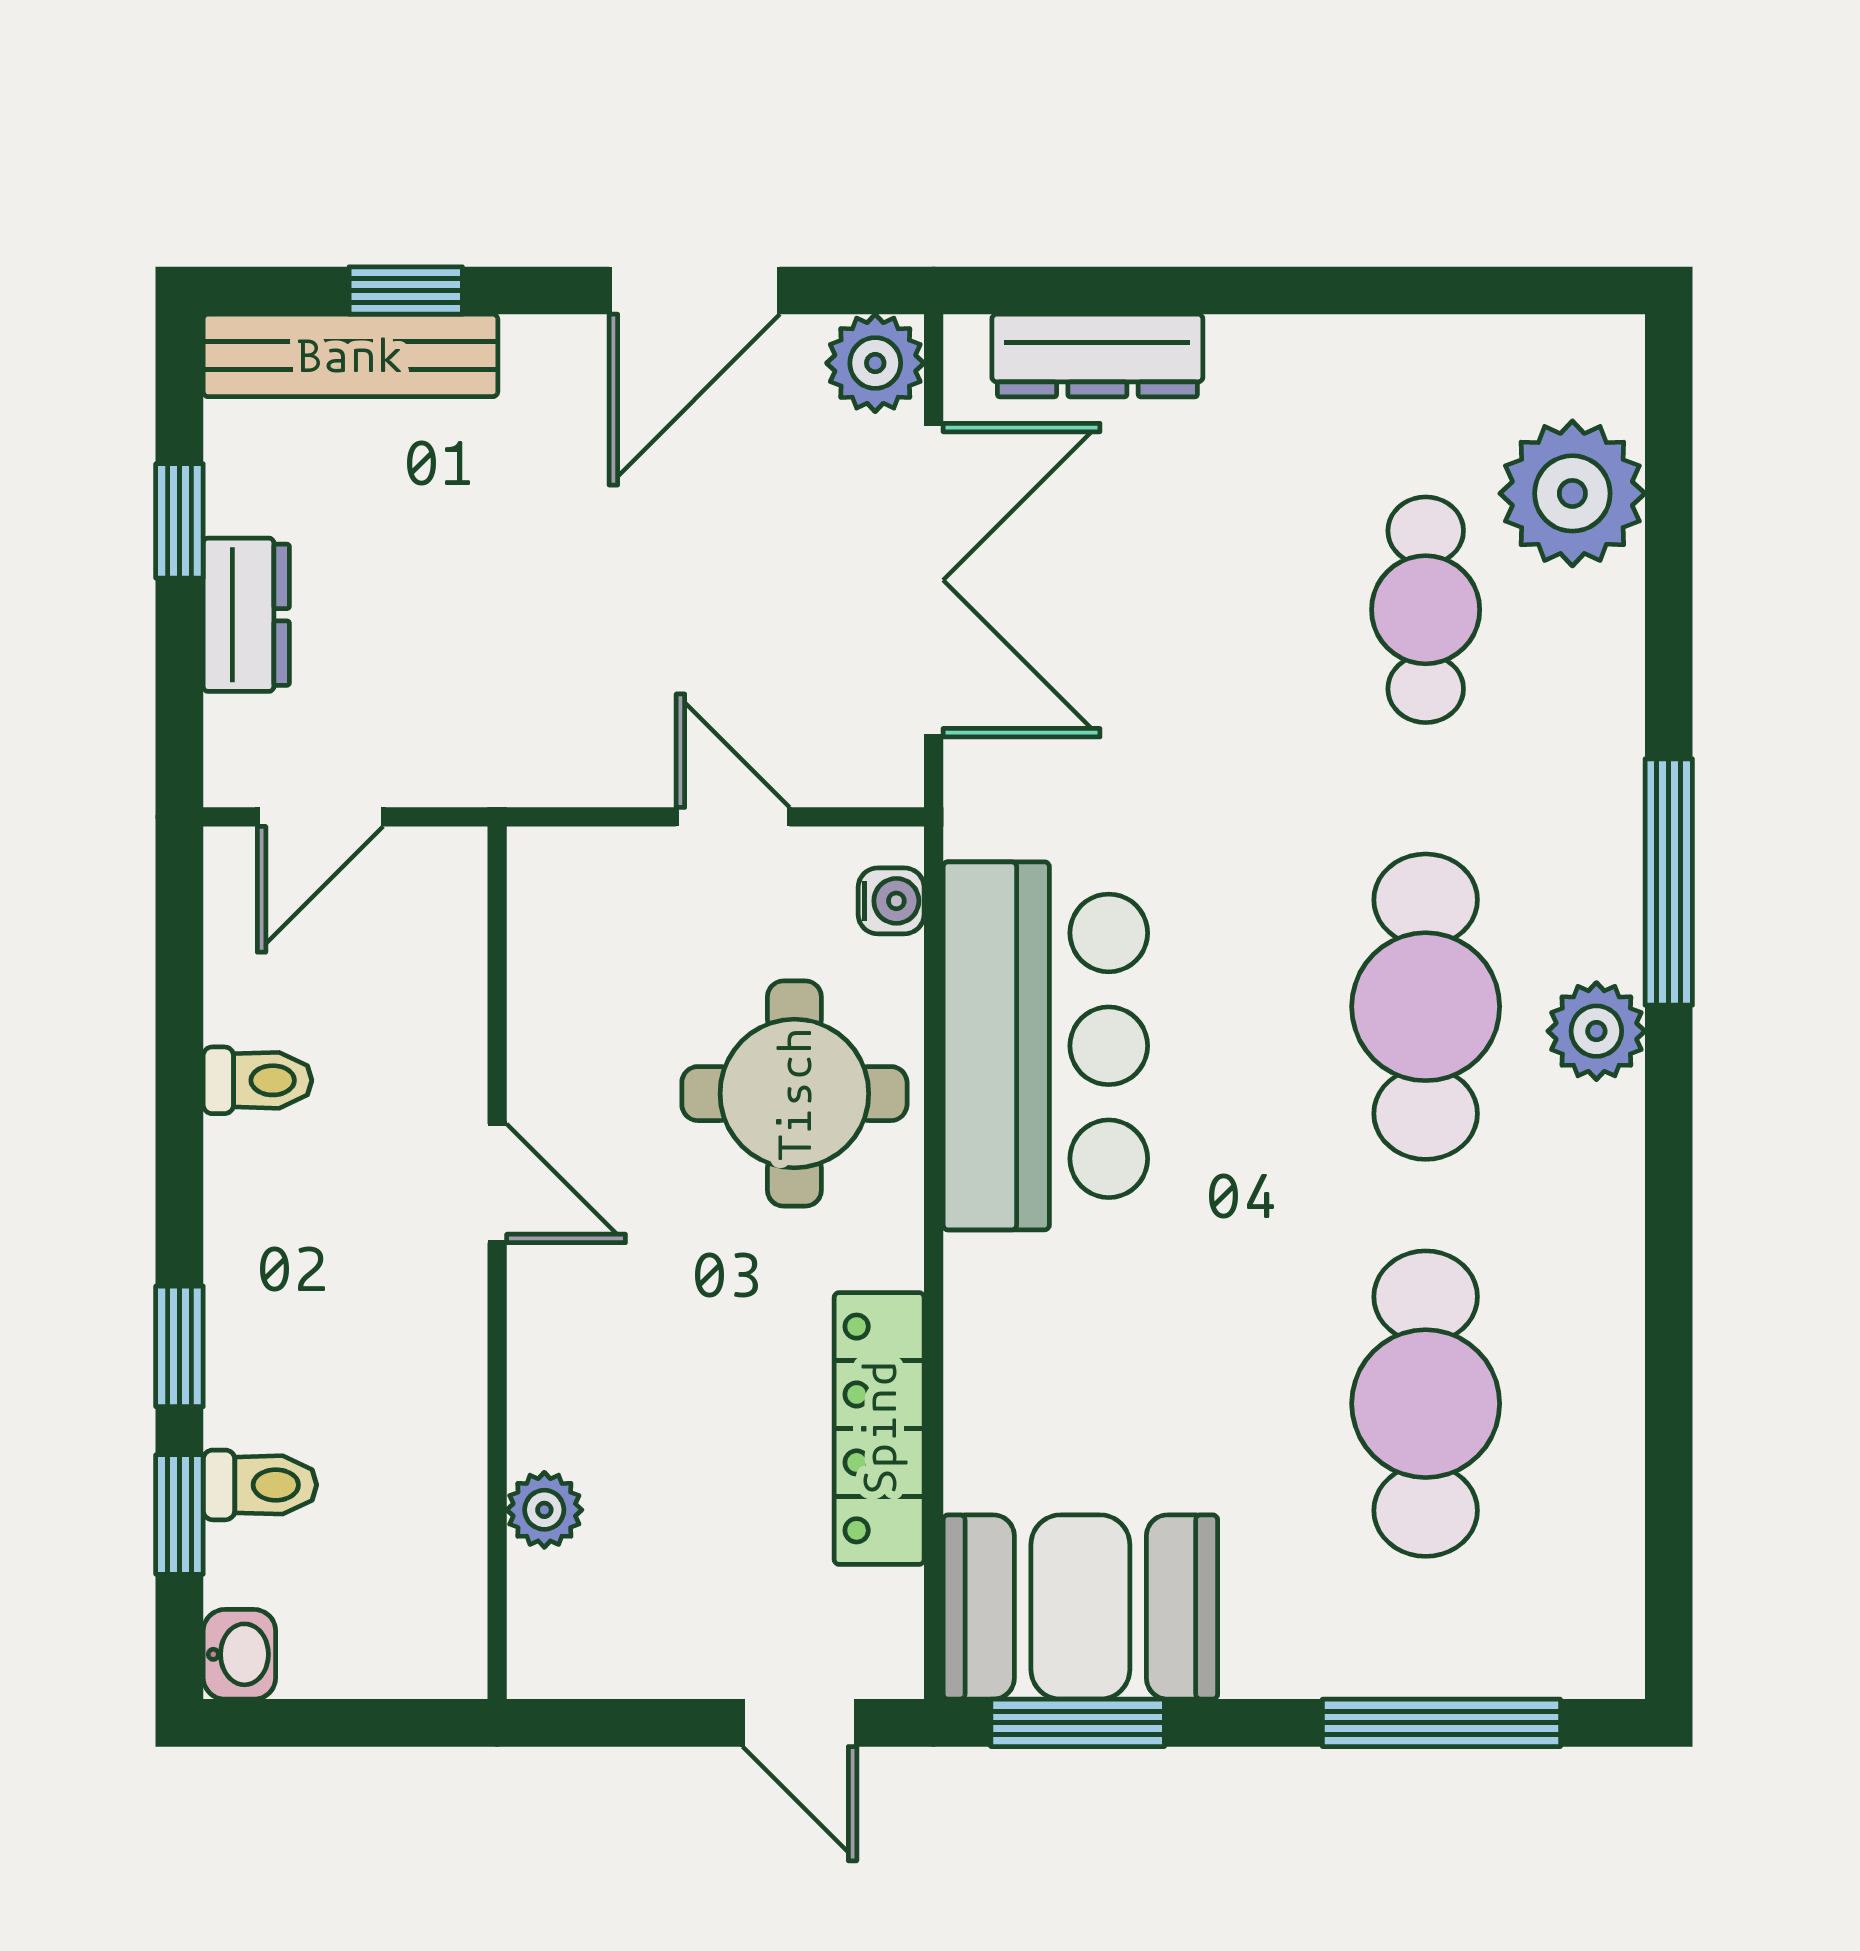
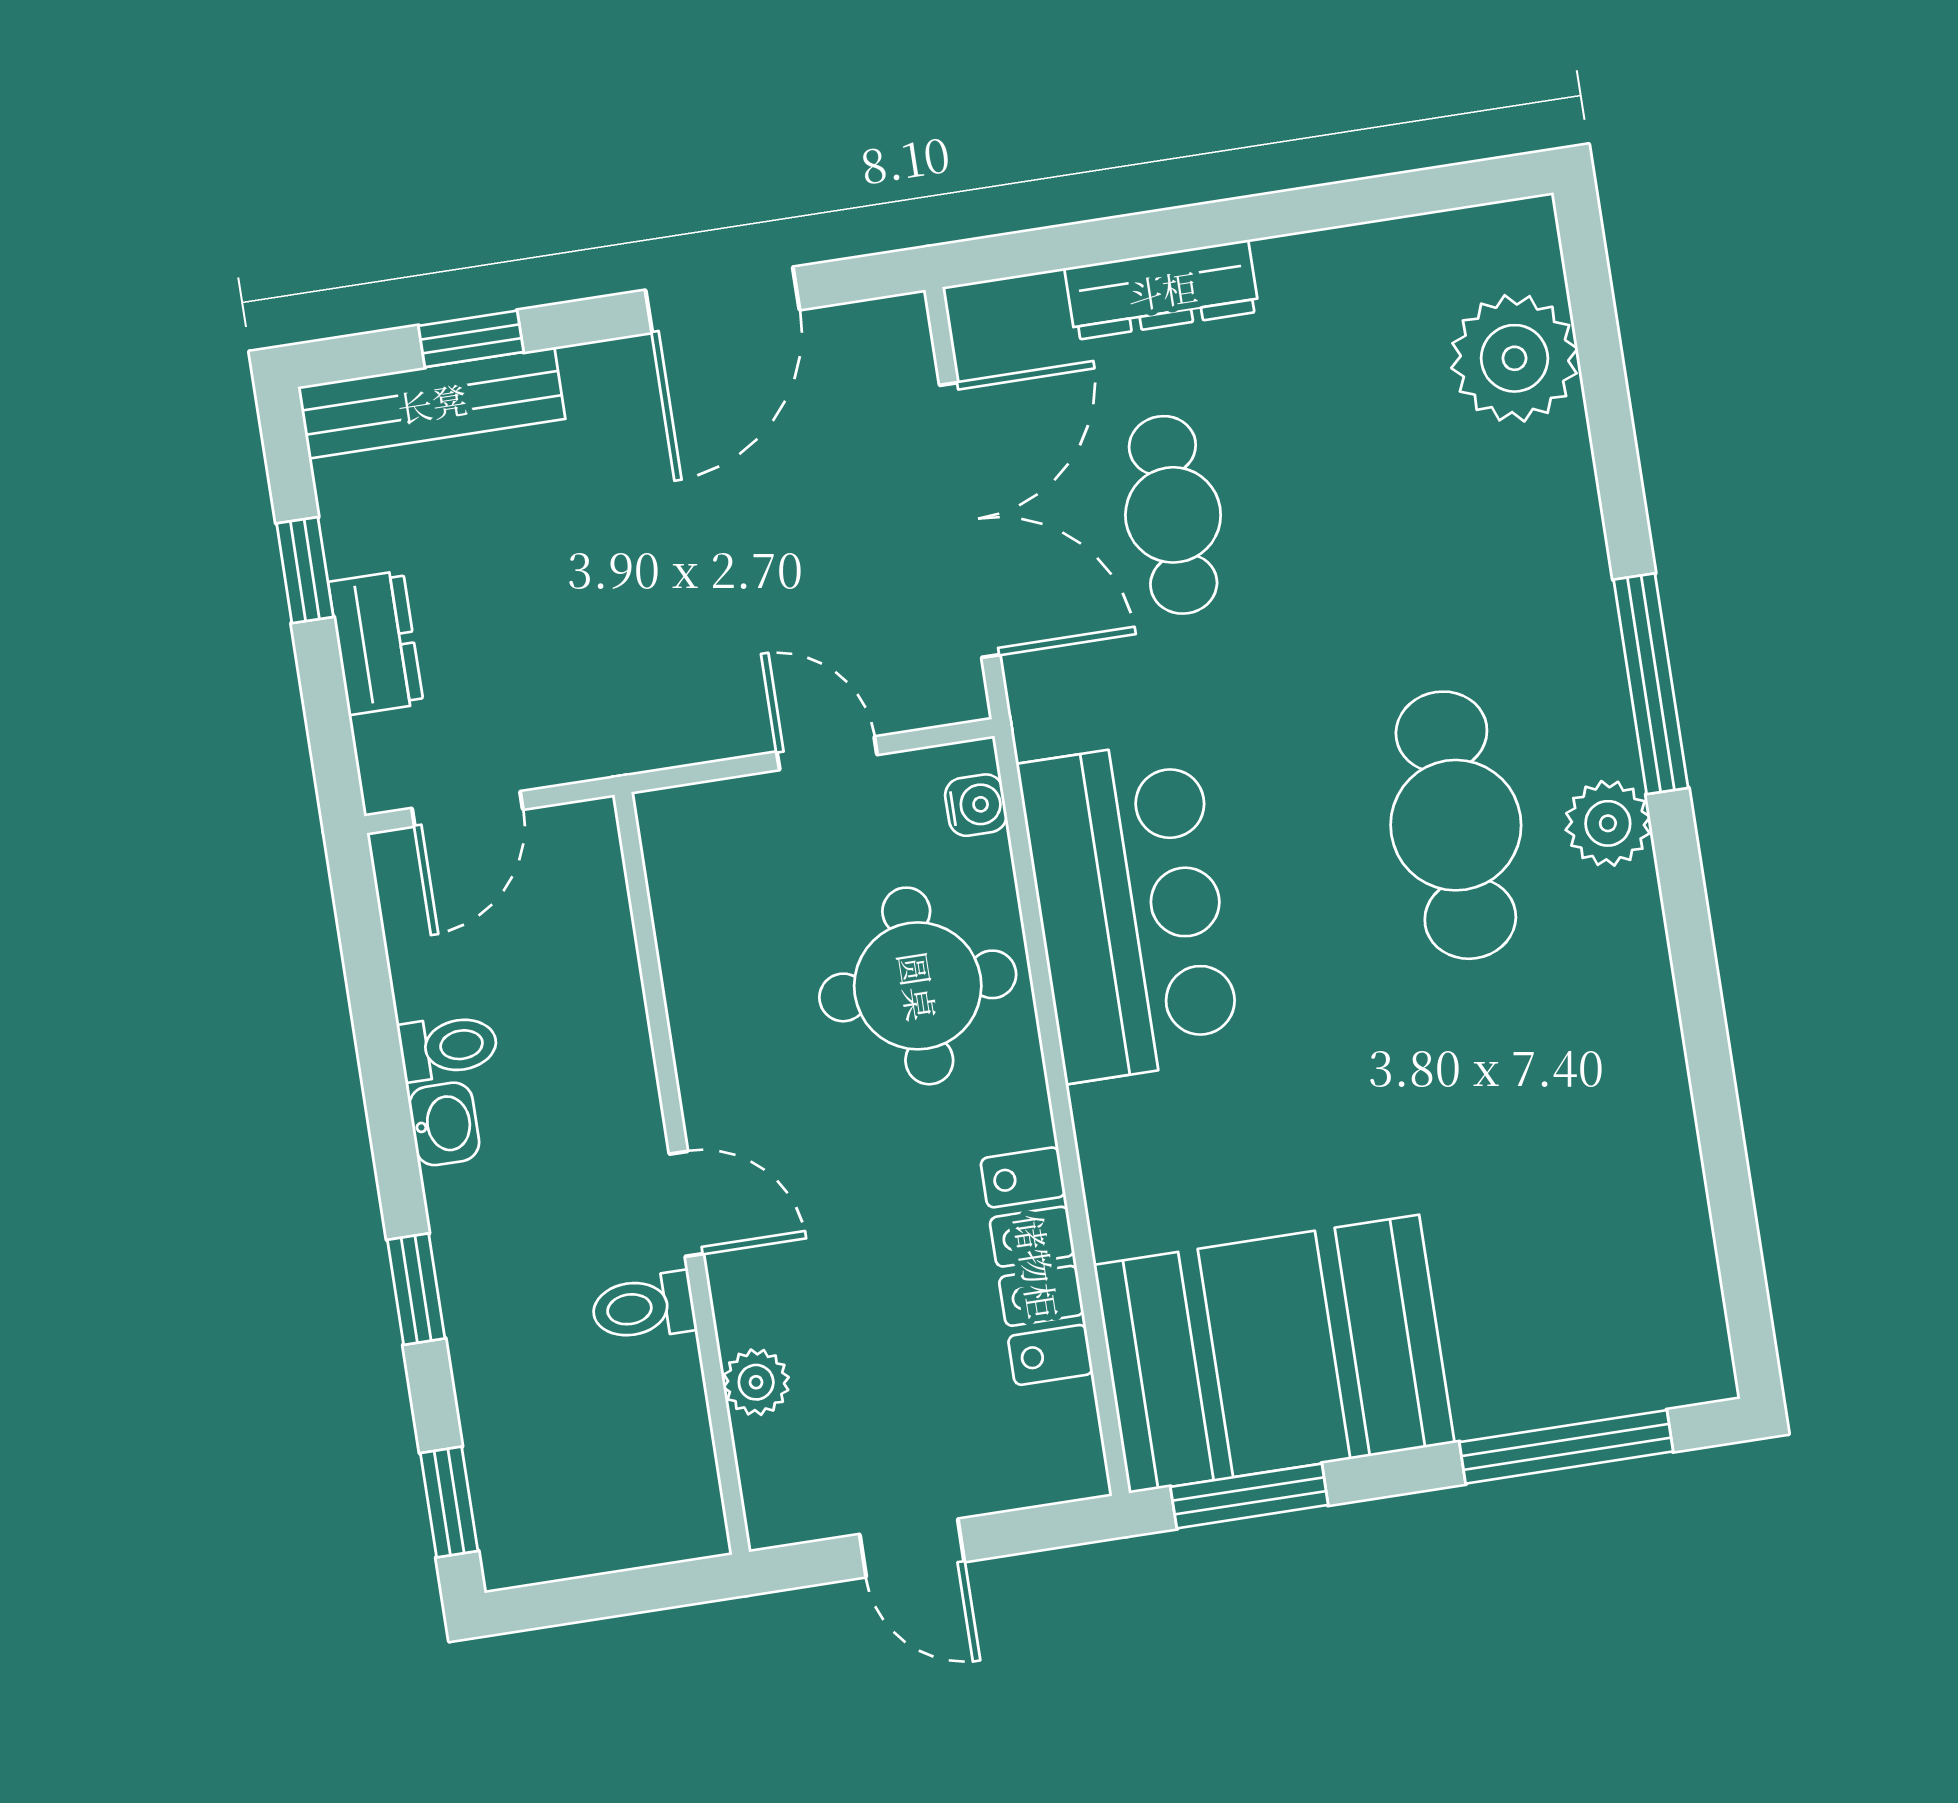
dresser: (1097, 356) -> (1162, 290), moved
plant: (875, 363) -> (890, 339), removed
cafe table: (1426, 610) -> (1173, 515), moved
door: (497, 1183) -> (686, 1204), moved
cafe table: (1426, 1404) -> (1509, 1171), removed
toilet: (260, 1485) -> (643, 1307), moved, turned 180
window: (179, 1514) -> (449, 1502), moved
booth: (1080, 1607) -> (1274, 1354), width x1.36, depth x1.42
washbasin: (239, 1654) -> (444, 1124), moved
door: (800, 1723) -> (912, 1548), moved

